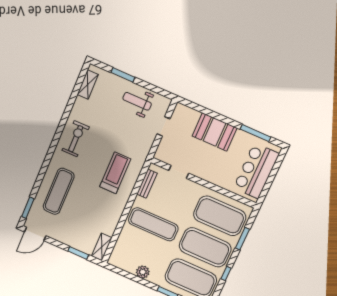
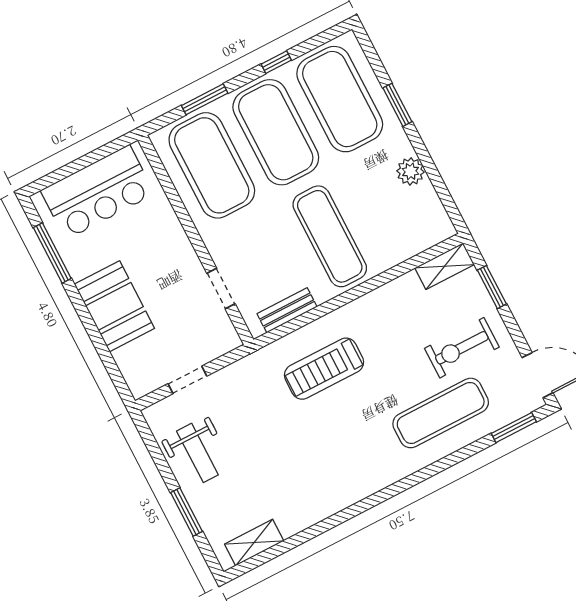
exercise bike: (76, 139) -> (462, 348), moved

